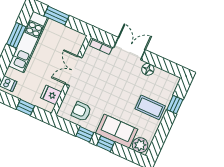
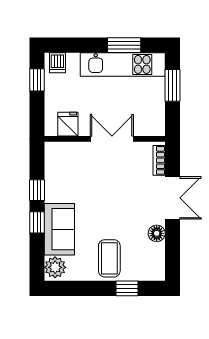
window: (25, 107) -> (37, 80), moved
armchair: (81, 111) -> (64, 172), removed

